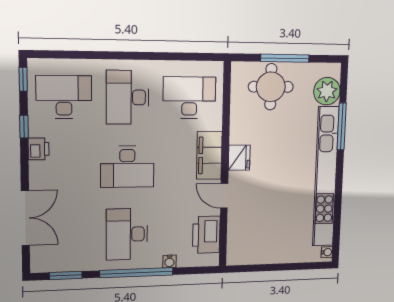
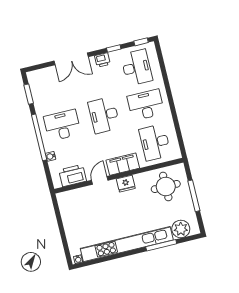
round table: (271, 87) -> (166, 187), moved
desk: (189, 98) -> (155, 142), turned 180
double door: (25, 218) -> (71, 59), moved

